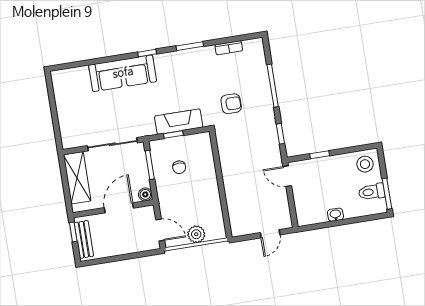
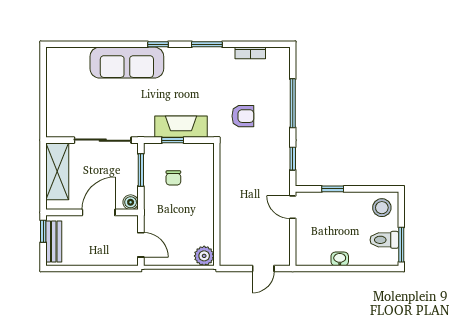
plant: (196, 234) -> (204, 256), moved

